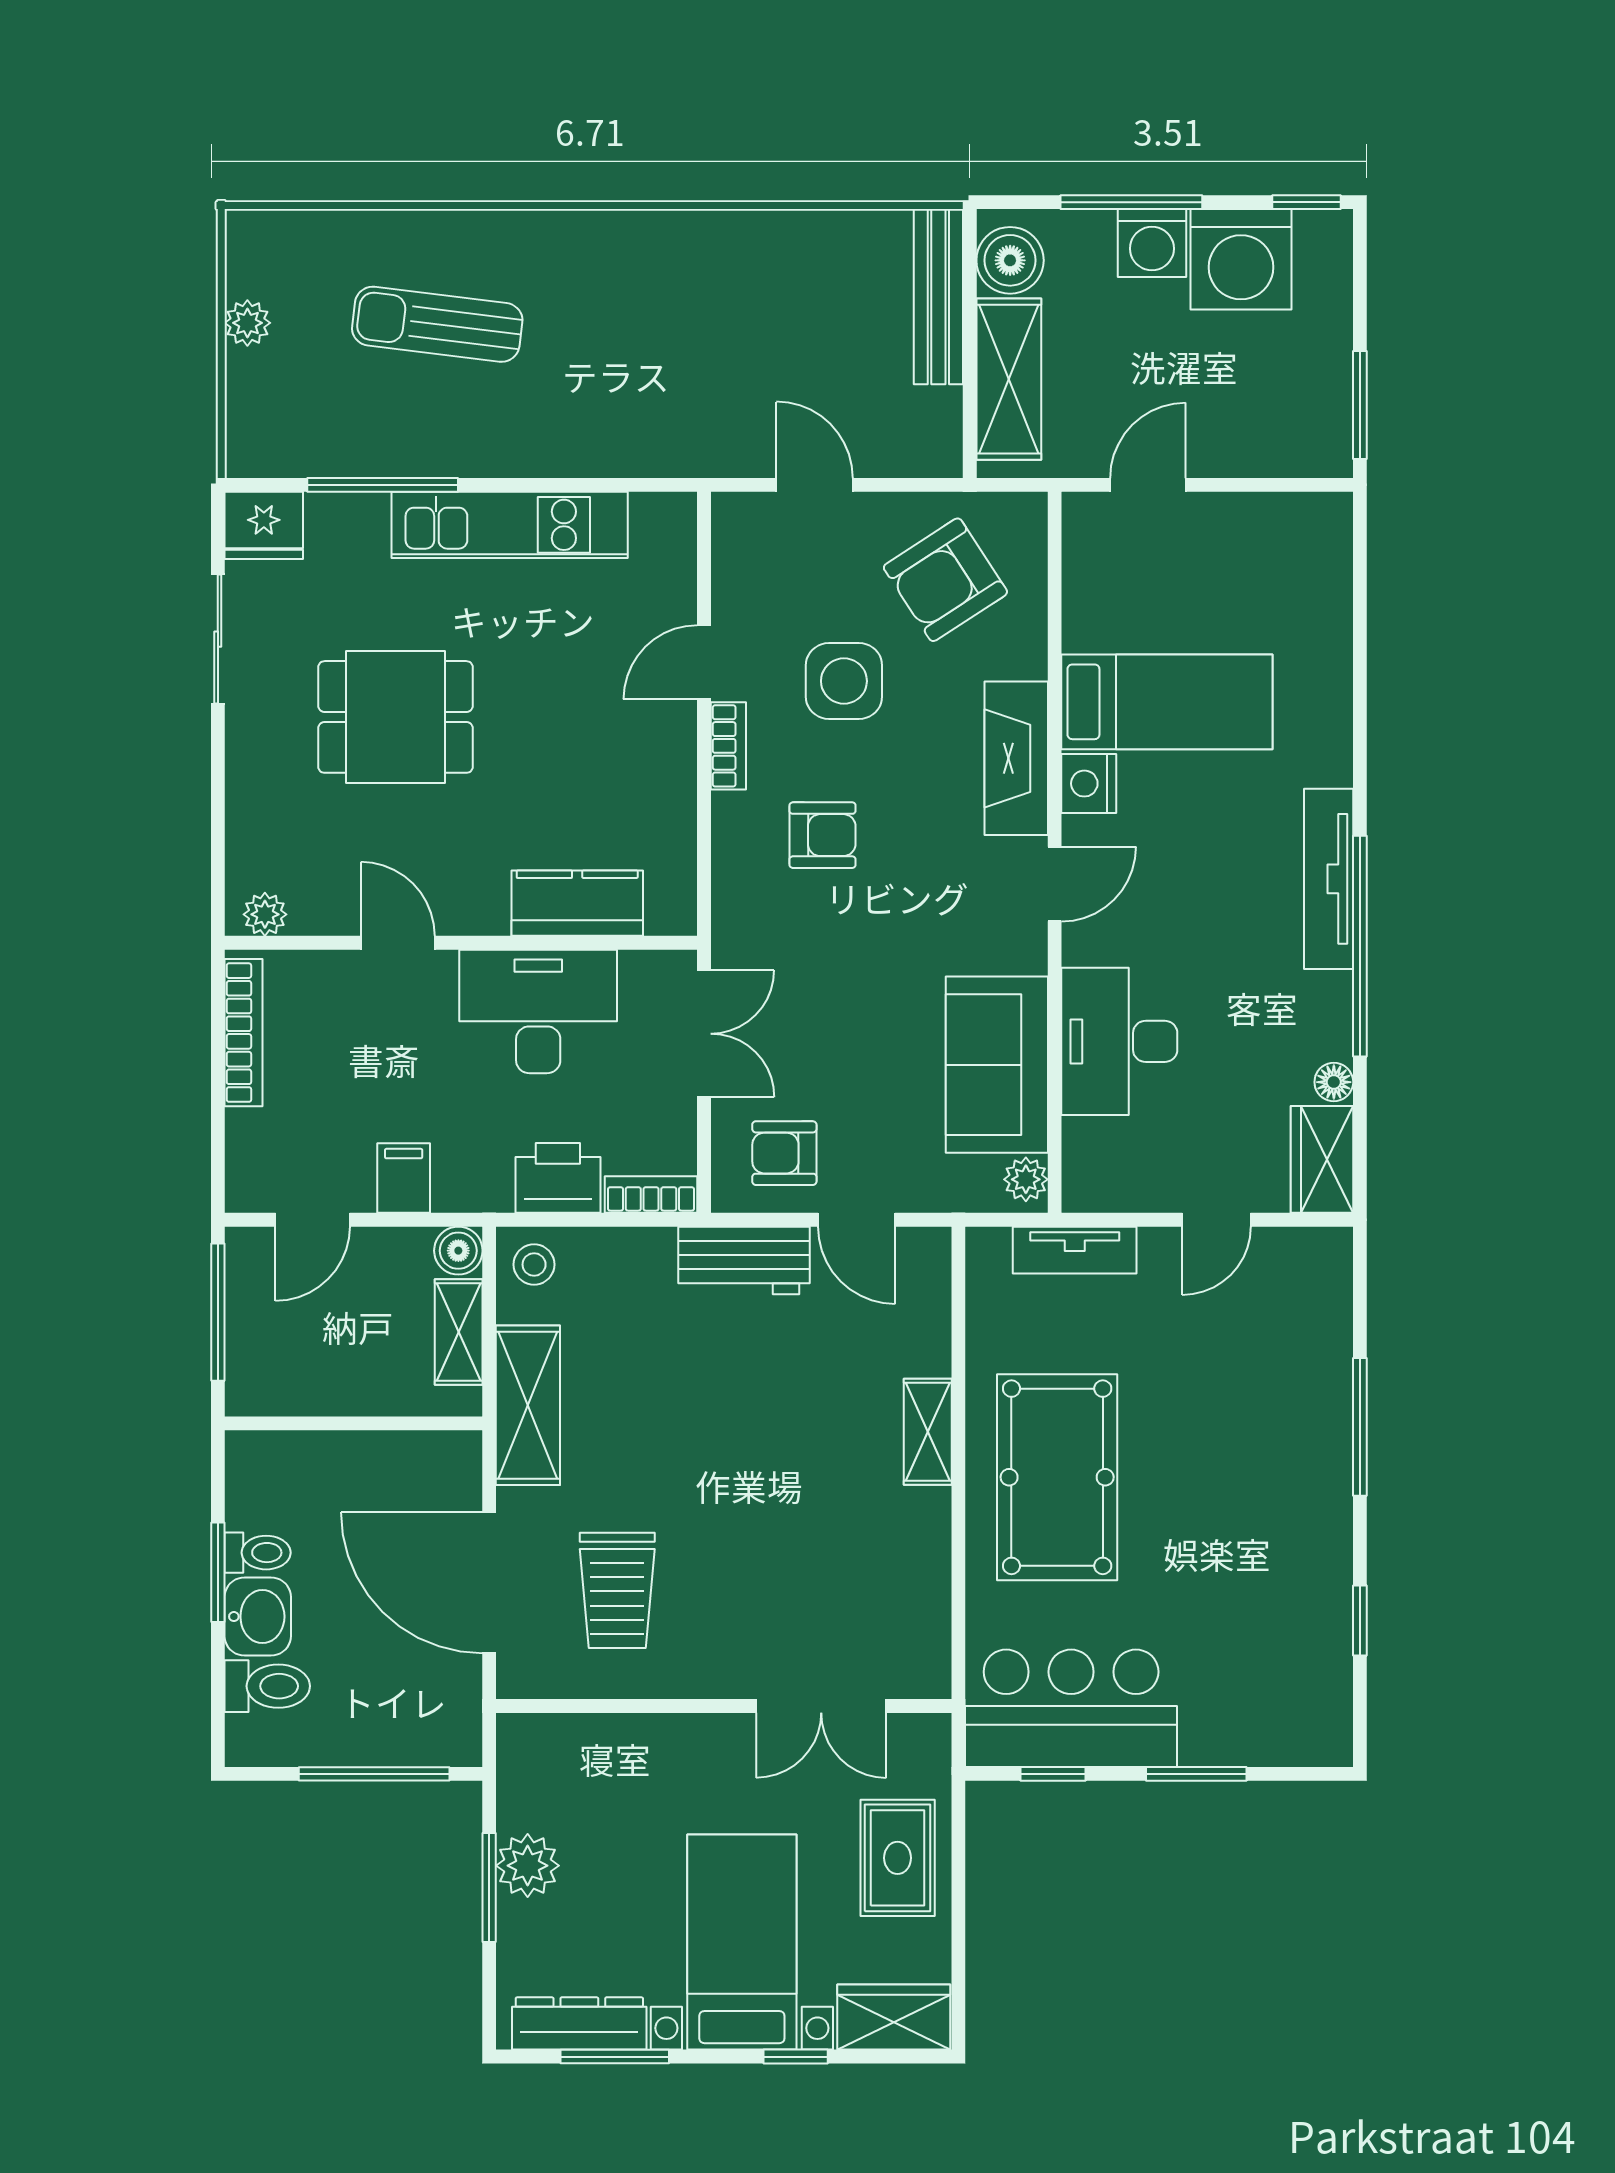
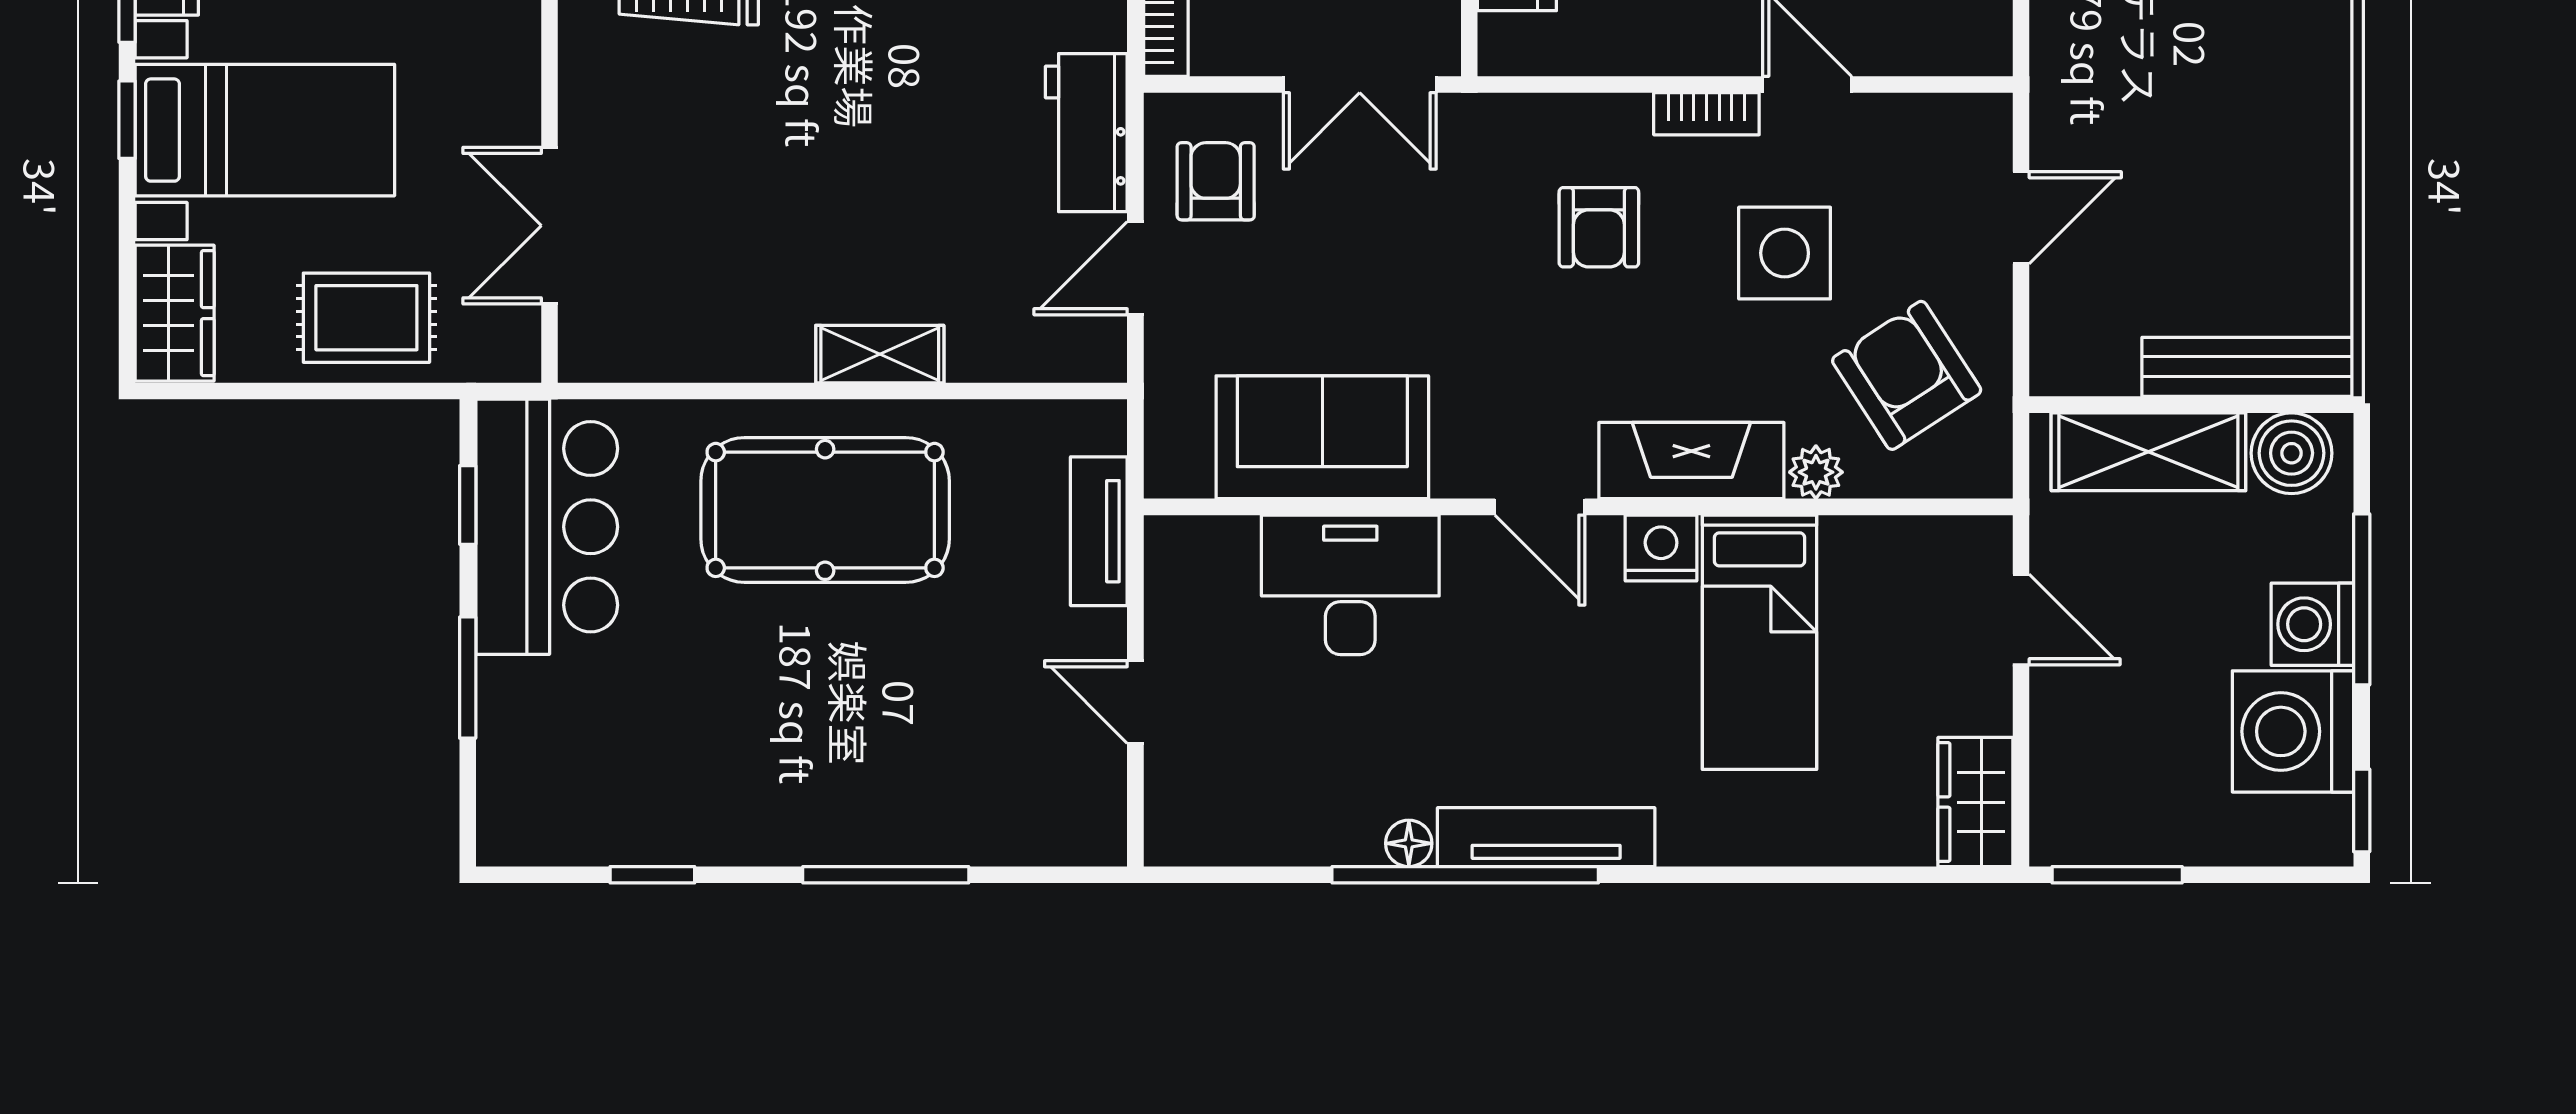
floor lamp: (1334, 1082) -> (1409, 843), moved
wardrobe: (1322, 1159) -> (1975, 802), moved, turned -90
plant: (1026, 1179) -> (1816, 472), moved
window: (796, 2057) -> (127, 120), moved

